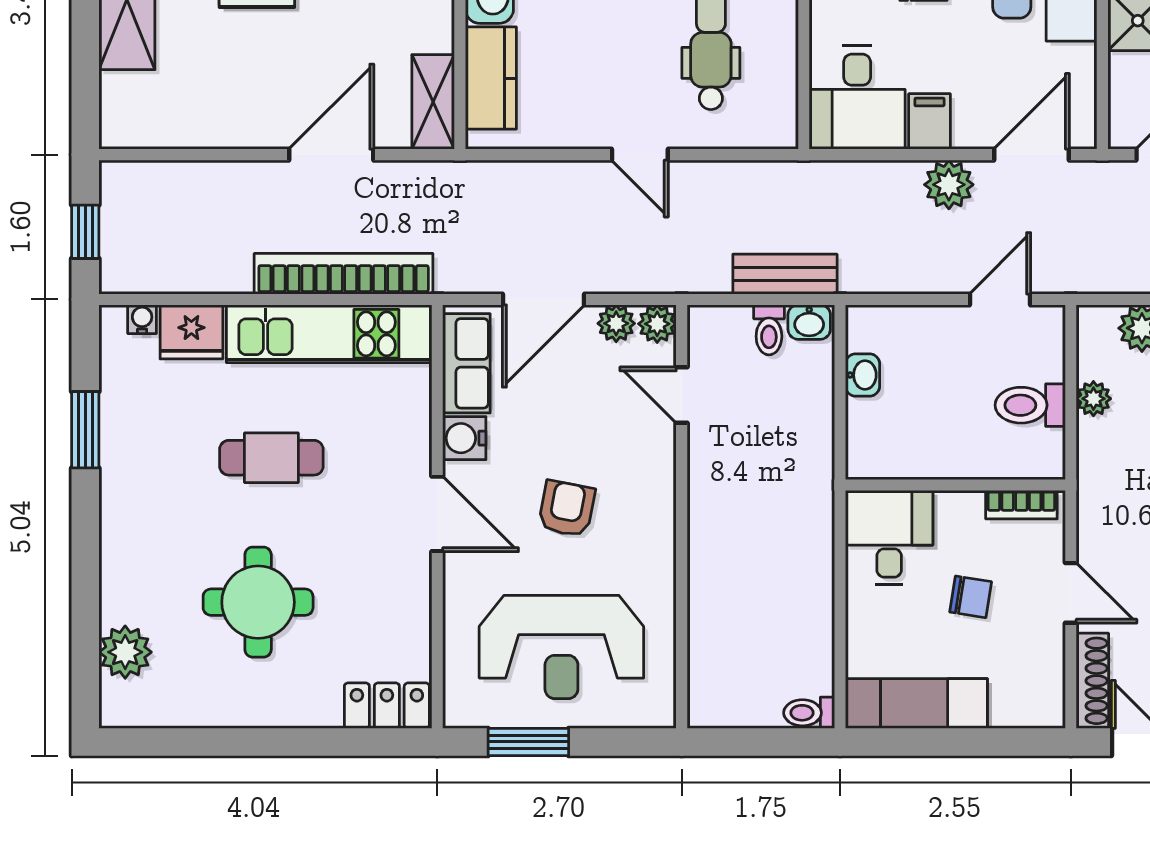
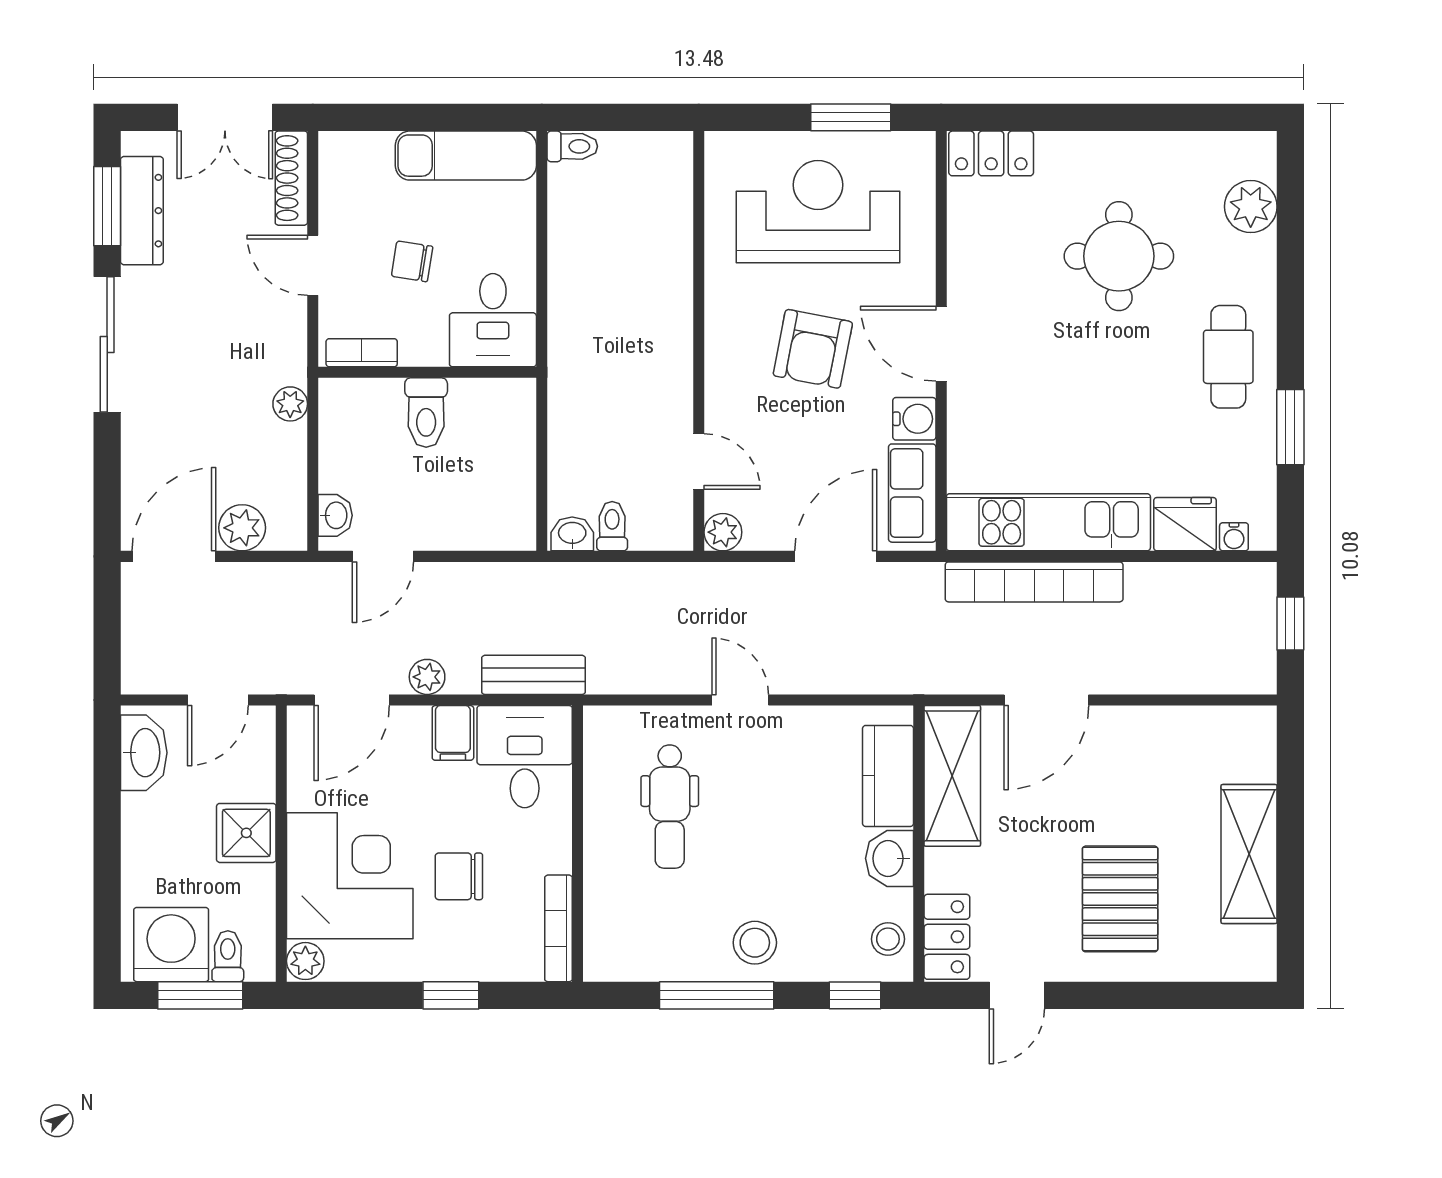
shelving: (433, 102) -> (952, 776), width x1.50, depth x1.33
plant: (949, 185) -> (427, 677), width x0.73, depth x0.73
bench: (785, 274) -> (534, 675), moved
plant: (616, 323) -> (764, 533), removed
washbasin: (863, 375) -> (335, 515), moved, turned 180
plant: (1093, 399) -> (290, 404), moved
toilet: (1030, 405) -> (426, 413), moved, turned 90
cafe table: (271, 458) -> (1228, 357), moved, turned 90
armchair: (567, 509) -> (813, 349), width x1.38, depth x1.38

